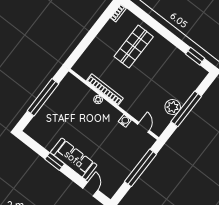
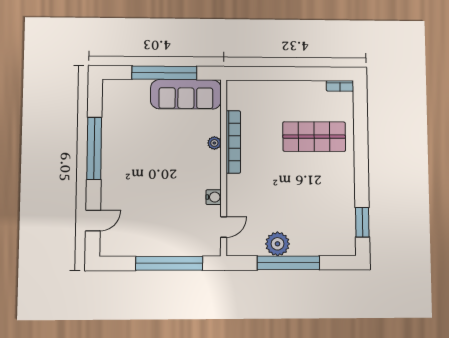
sofa: (74, 159) -> (186, 94), moved, turned 90
window: (55, 161) -> (94, 148), width x2.11

